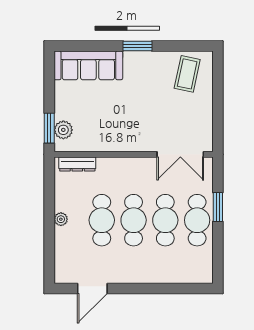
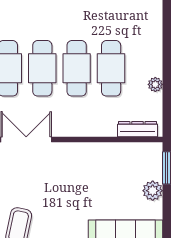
plant: (63, 130) -> (153, 191), moved
plant: (61, 219) -> (155, 84), moved

